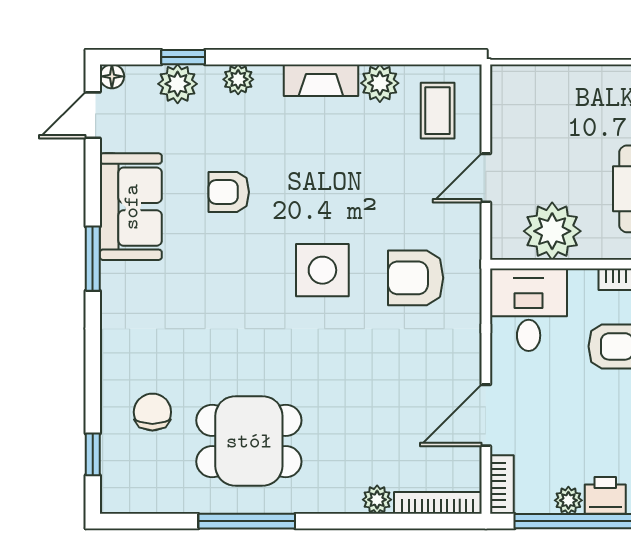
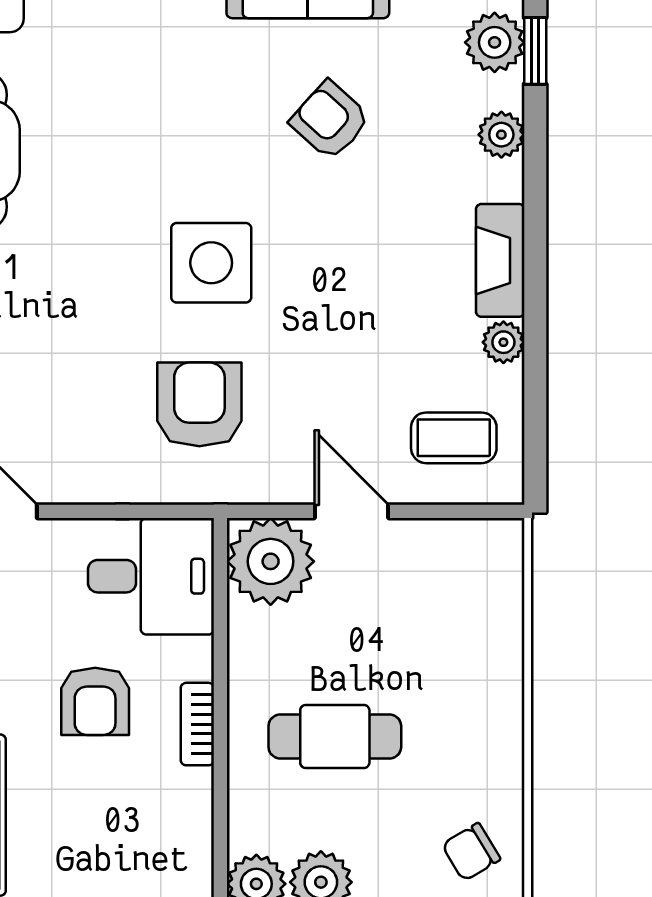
plant: (380, 83) -> (503, 342), width x0.73, depth x0.73
armchair: (229, 192) -> (330, 120), turned -48
plant: (552, 231) -> (271, 561), moved

